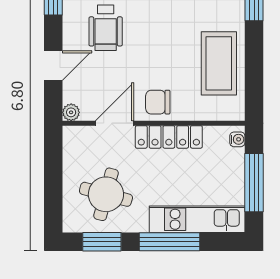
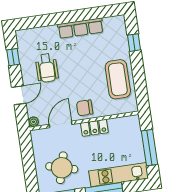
locker: (169, 137) -> (94, 128), width x0.66
water cooler: (237, 139) -> (136, 123), removed

